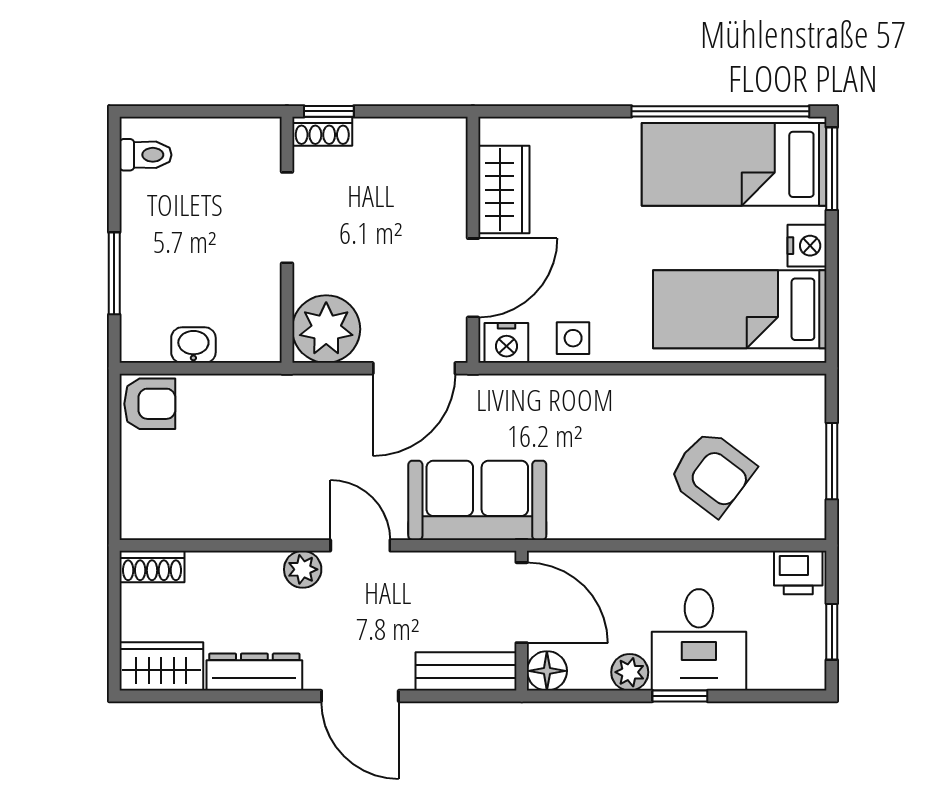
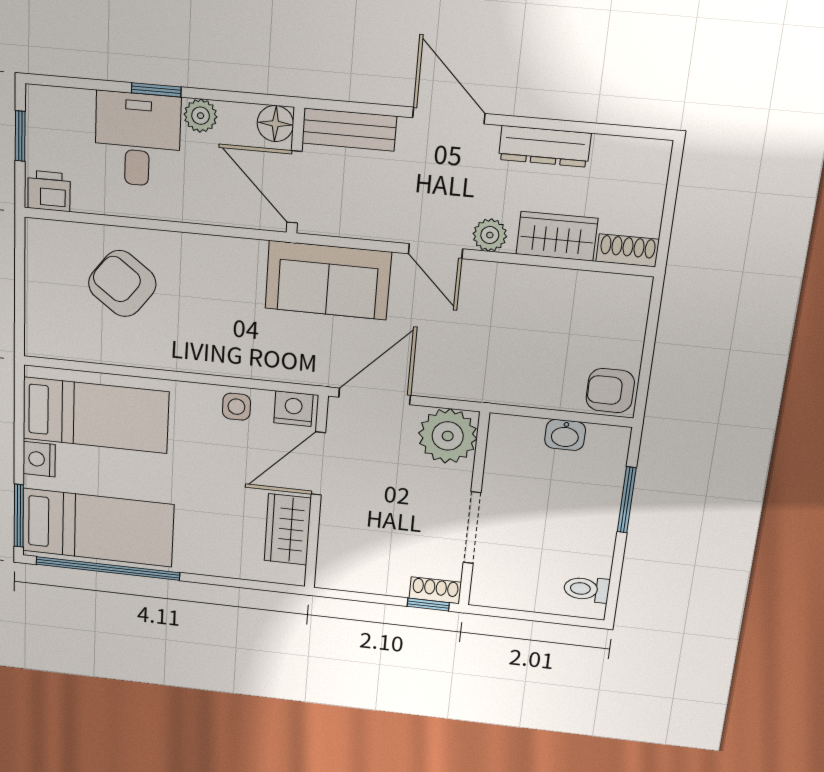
window: (832, 461) -> (20, 284), removed
wardrobe: (161, 666) -> (557, 236), moved, turned 180

